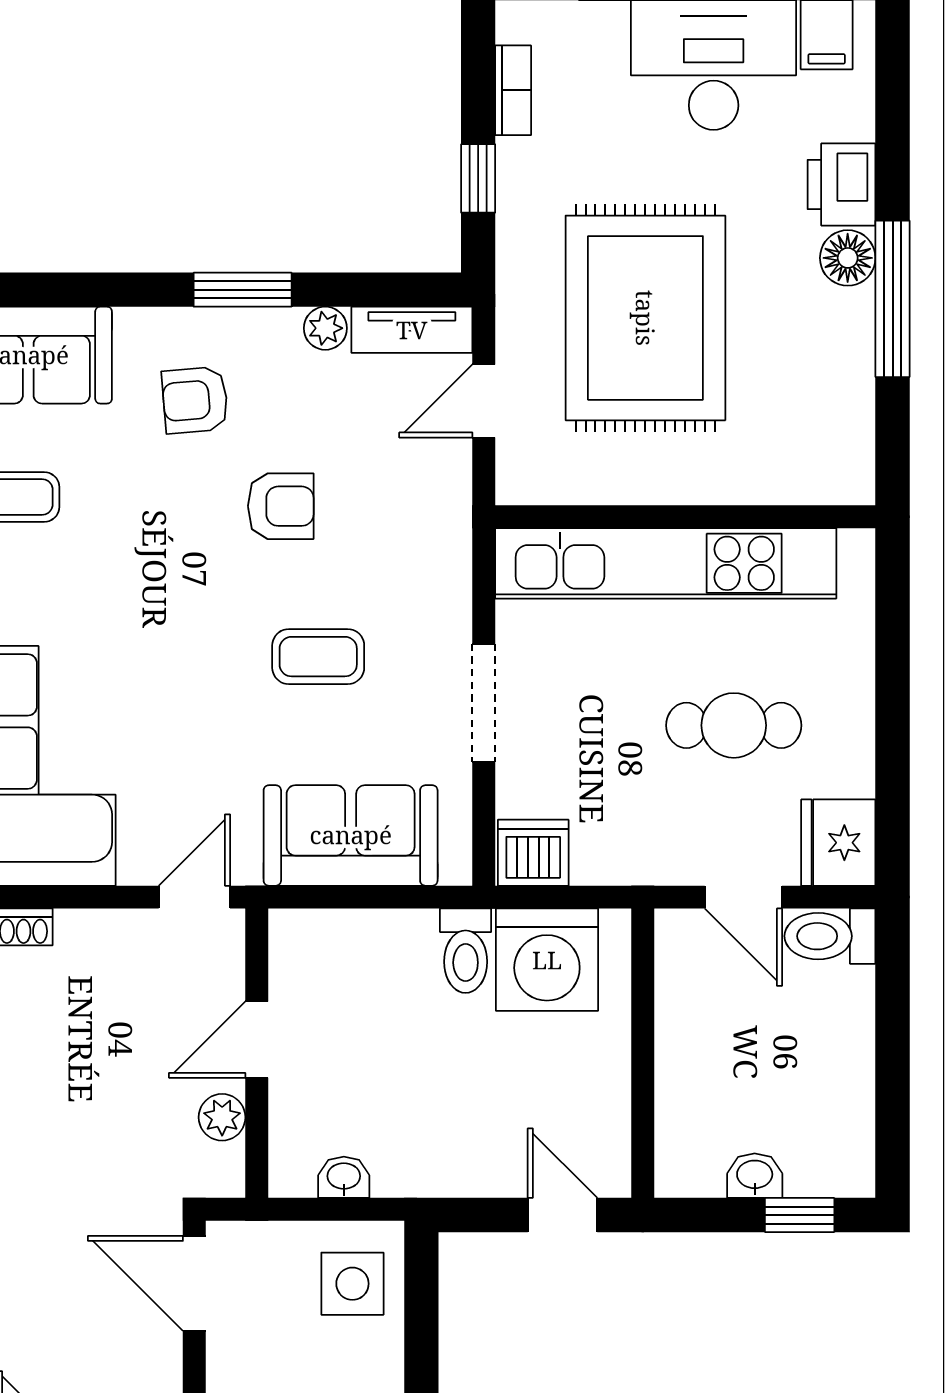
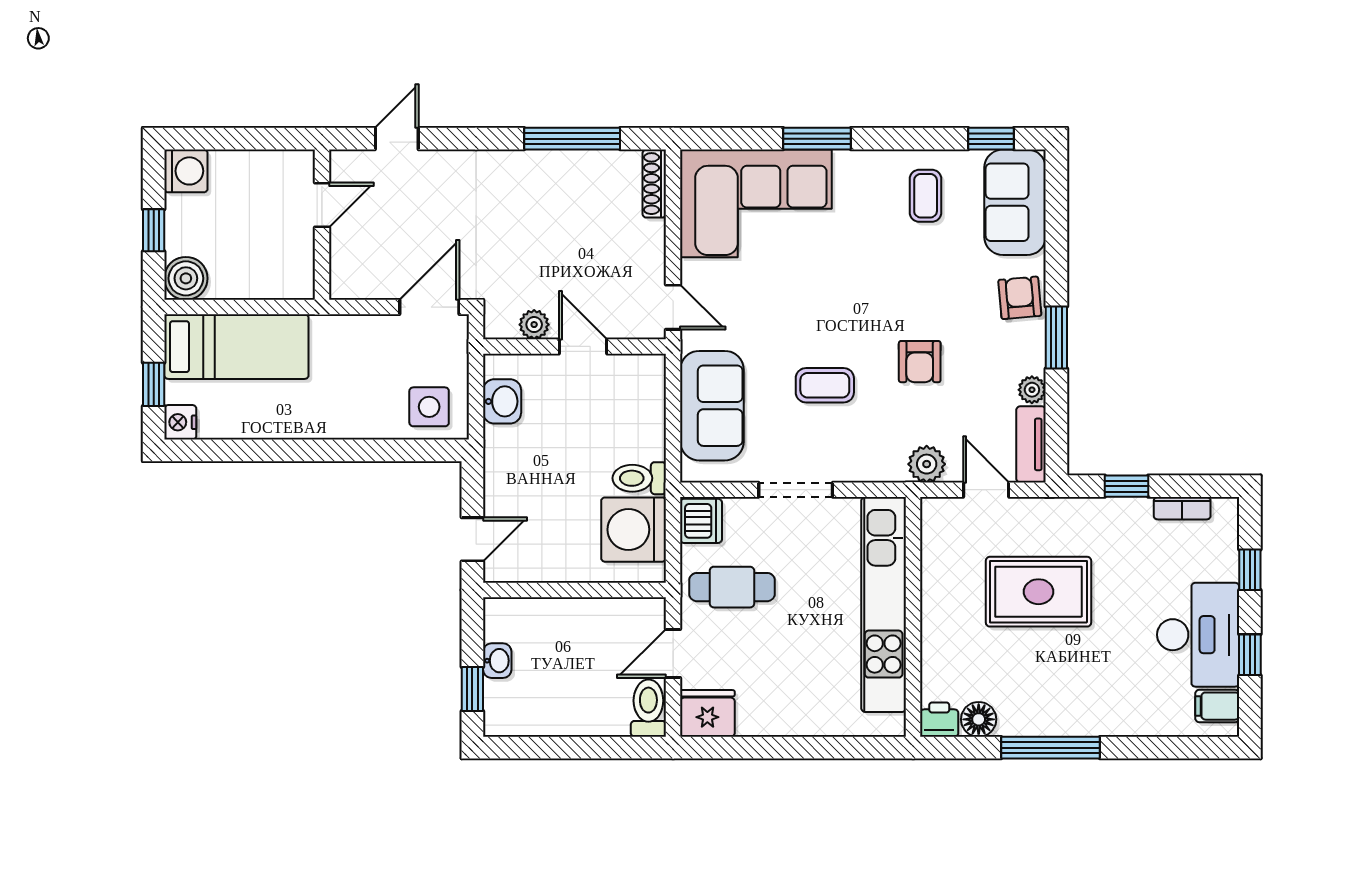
printer: (842, 185) -> (939, 720), moved, width x0.73, depth x0.81
floor lamp: (848, 258) -> (979, 719), moved
rug: (645, 318) -> (1038, 592), width x0.73, depth x0.69
armchair: (195, 400) -> (1020, 298), moved
plant: (443, 495) -> (927, 464), added
coffee table: (318, 657) -> (825, 385), turned 90
cafe table: (734, 725) -> (732, 587), moved, turned 90
washbasin: (344, 1177) -> (502, 401), width x1.38, depth x1.45

